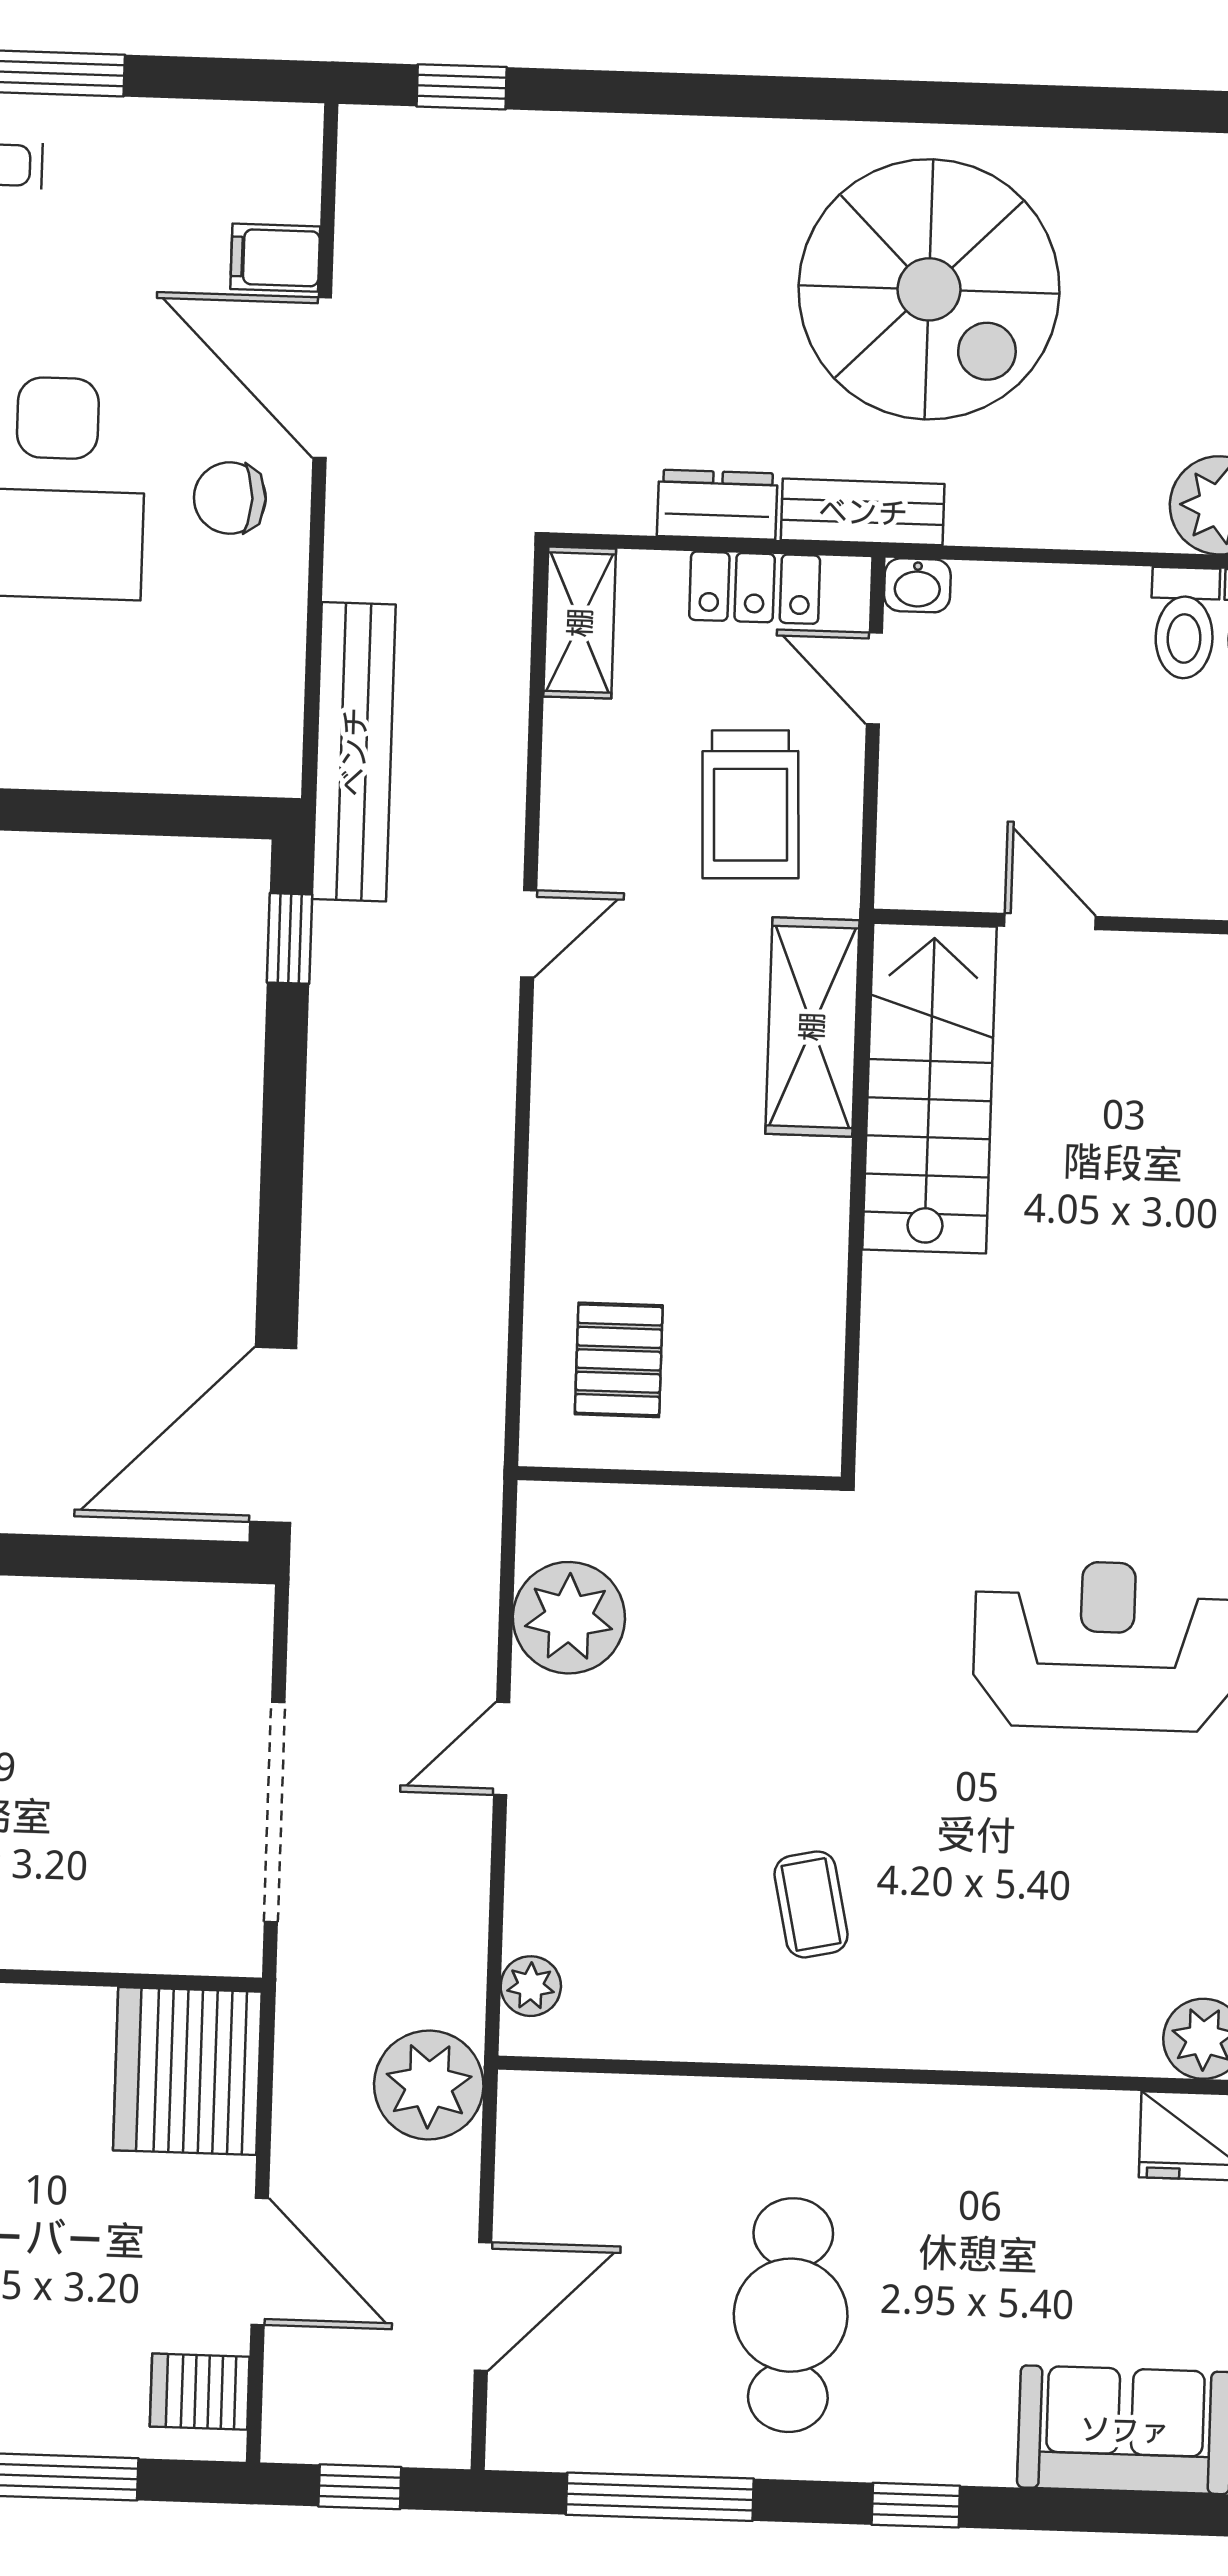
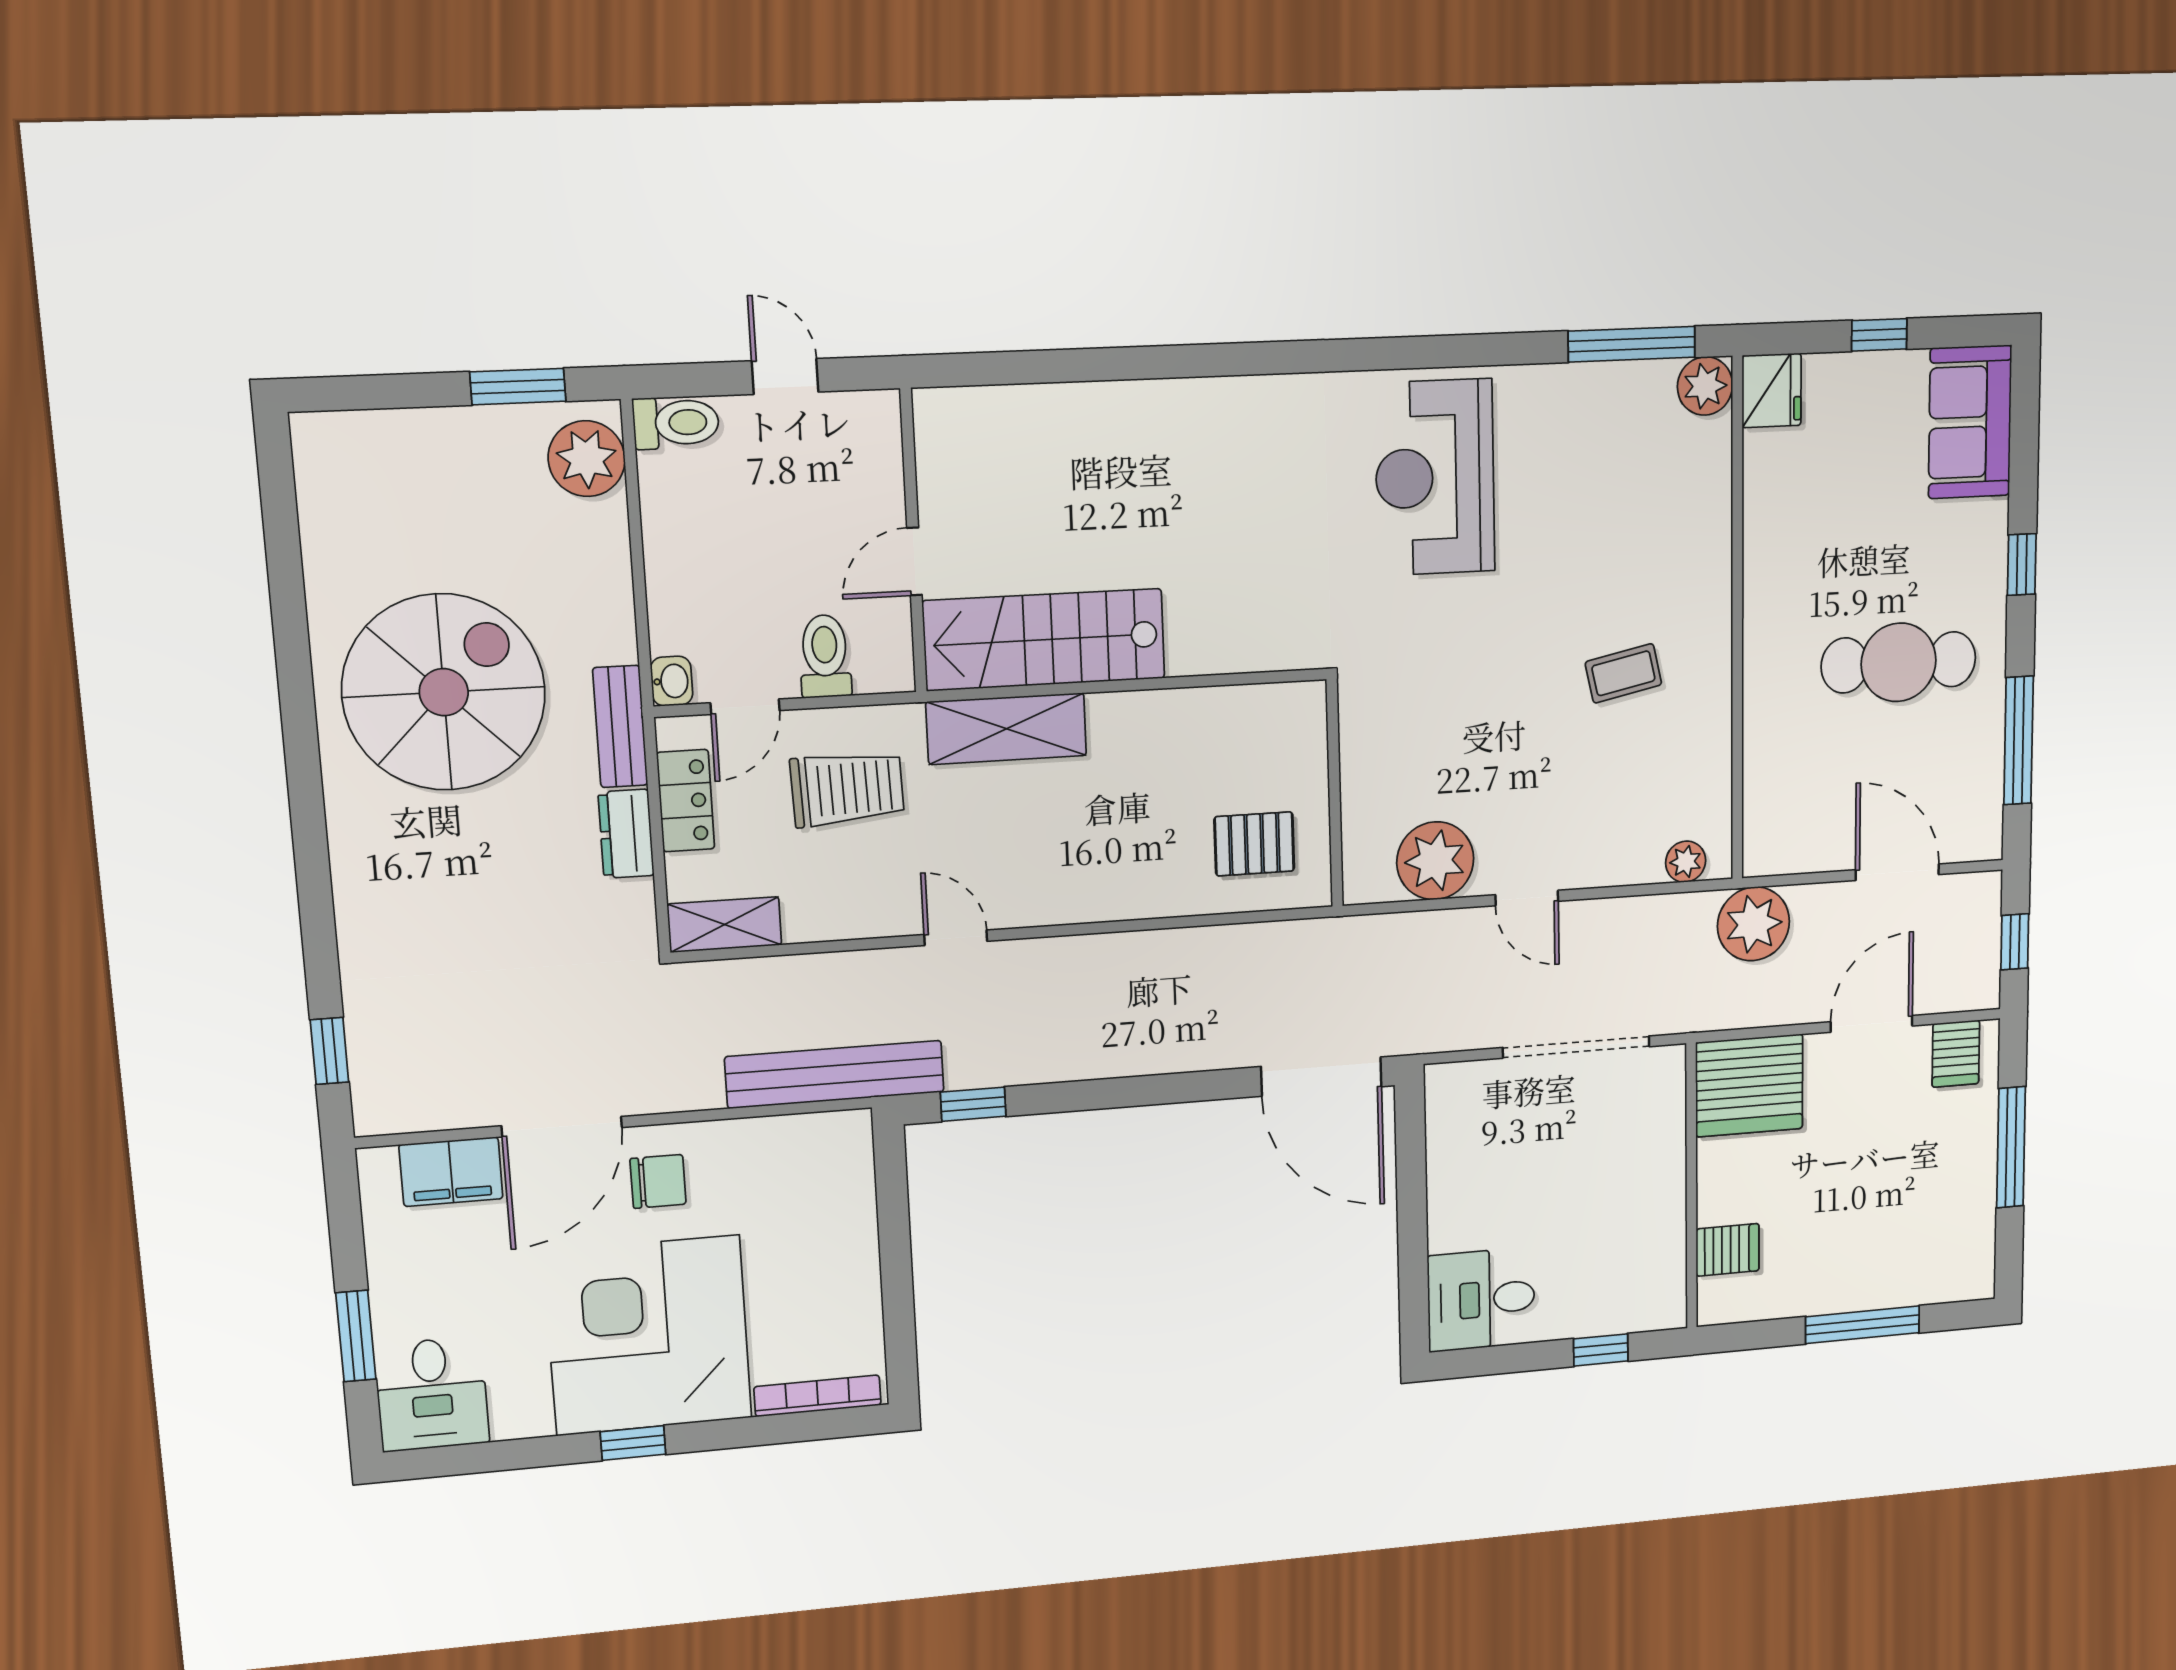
filing cabinet: (275, 258) -> (451, 1172), width x2.00
chair: (230, 498) -> (658, 1181), turned -90
toilet: (1185, 623) -> (825, 656), moved, turned -90

